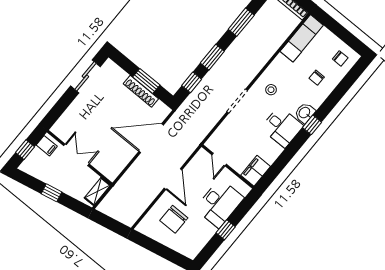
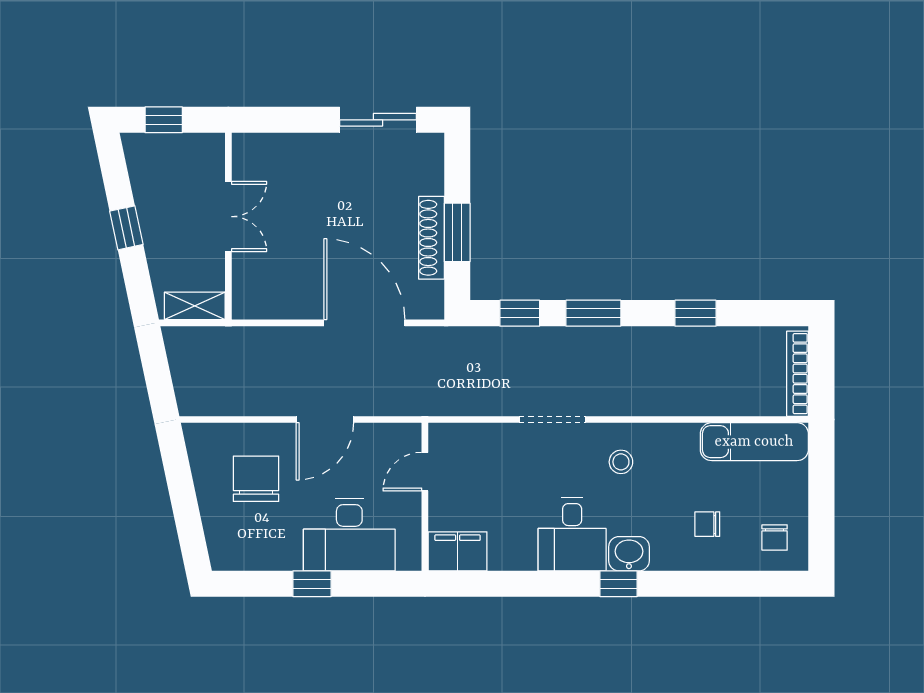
window: (241, 22) -> (696, 313), width x0.67
filing cabinet: (47, 146) -> (202, 152), removed
chair: (174, 219) -> (256, 479), turned 90

